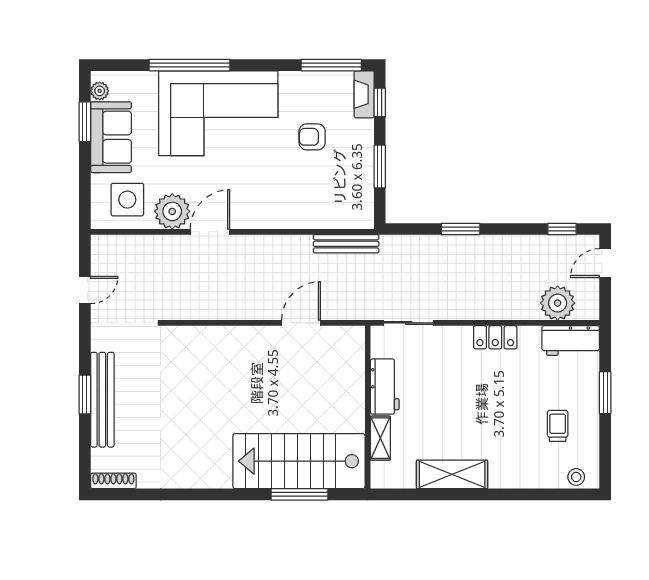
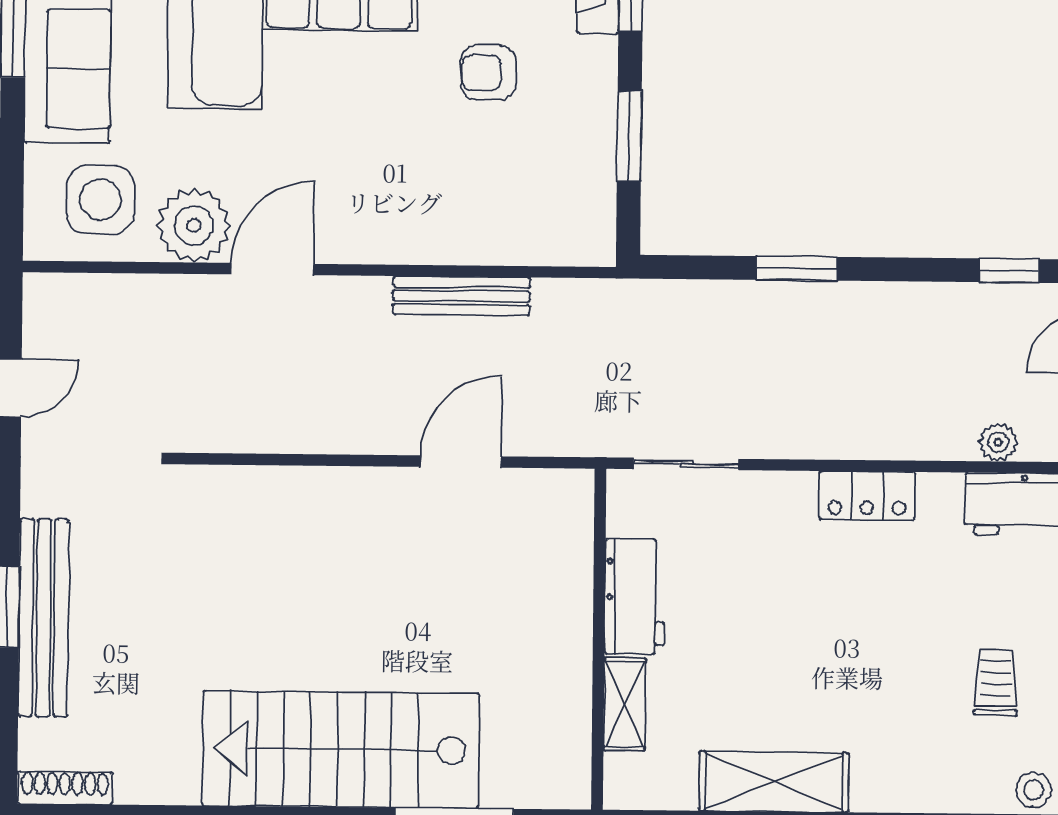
bench: (346, 244) -> (461, 296), moved
plant: (558, 303) -> (998, 442), width x0.53, depth x0.53
stairs: (299, 461) -> (341, 749), moved

